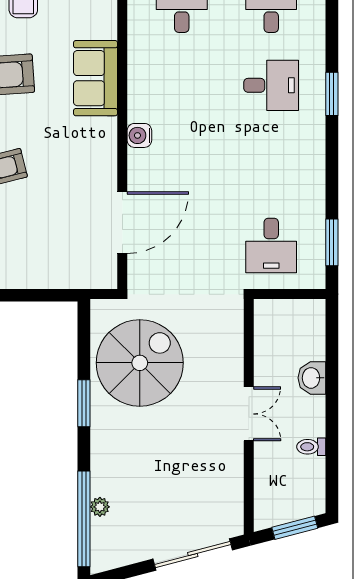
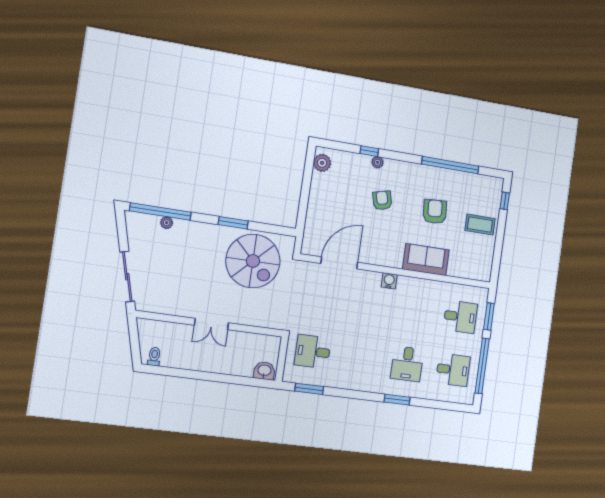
door: (122, 223) -> (339, 263), swing flipped
washbasin: (312, 378) -> (264, 371), moved
toilet: (311, 447) -> (154, 356), moved
window: (295, 528) -> (135, 343), removed

